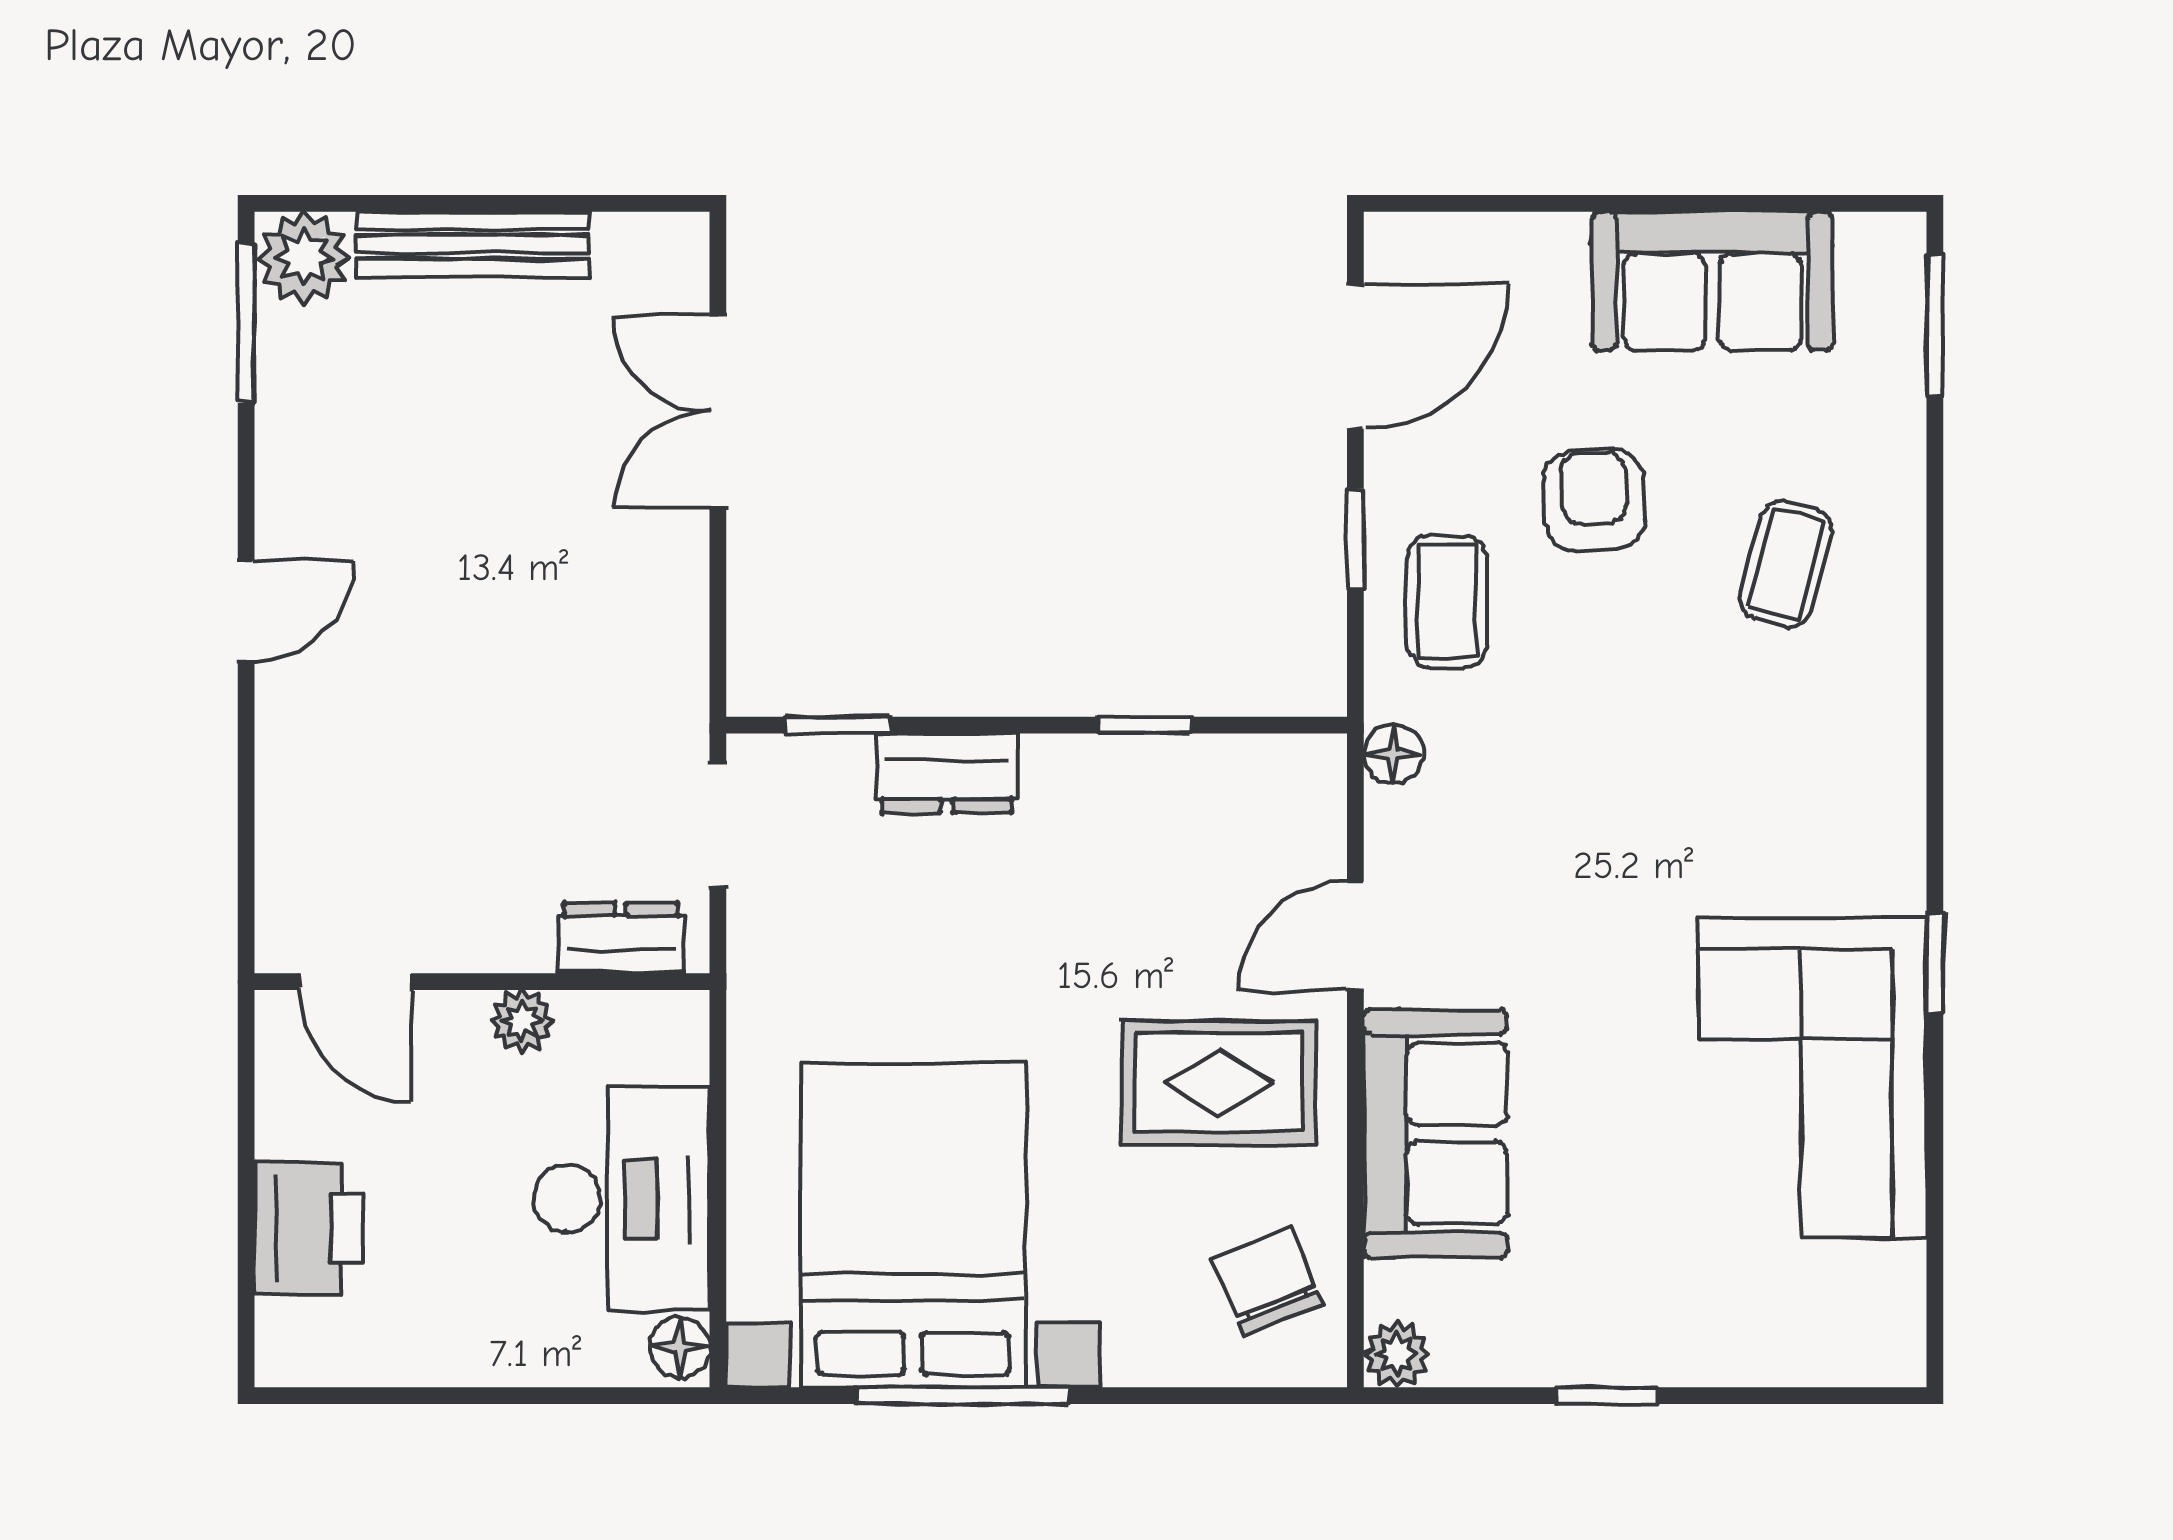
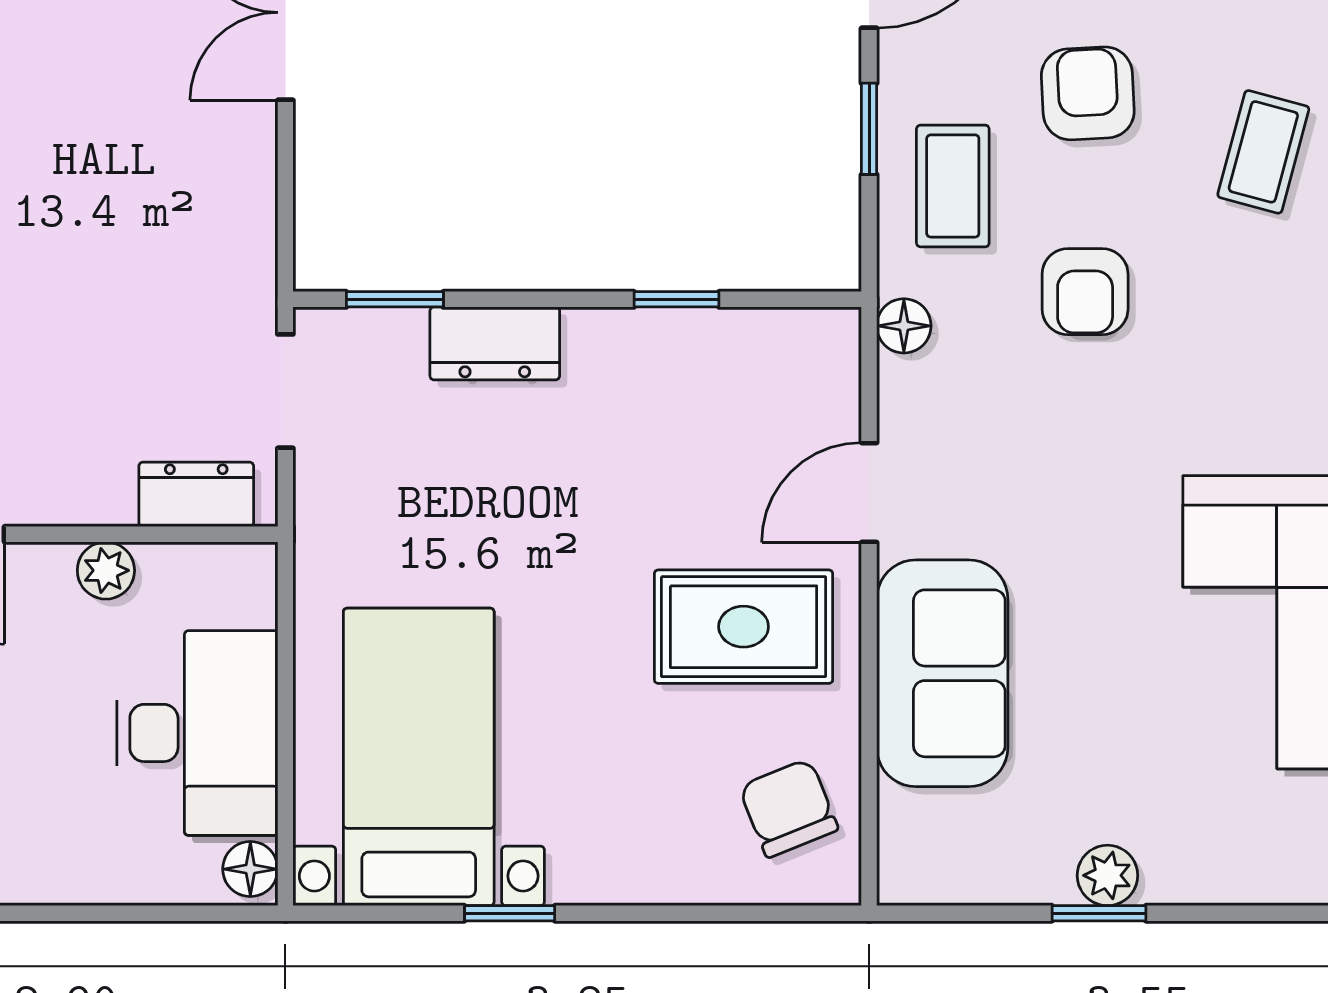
armchair: (1591, 717) -> (1085, 292), added
bed with nightstands: (913, 1225) -> (419, 757), width x0.73
plant: (1397, 1354) -> (1107, 875), moved
window: (963, 1396) -> (510, 913), width x0.46

